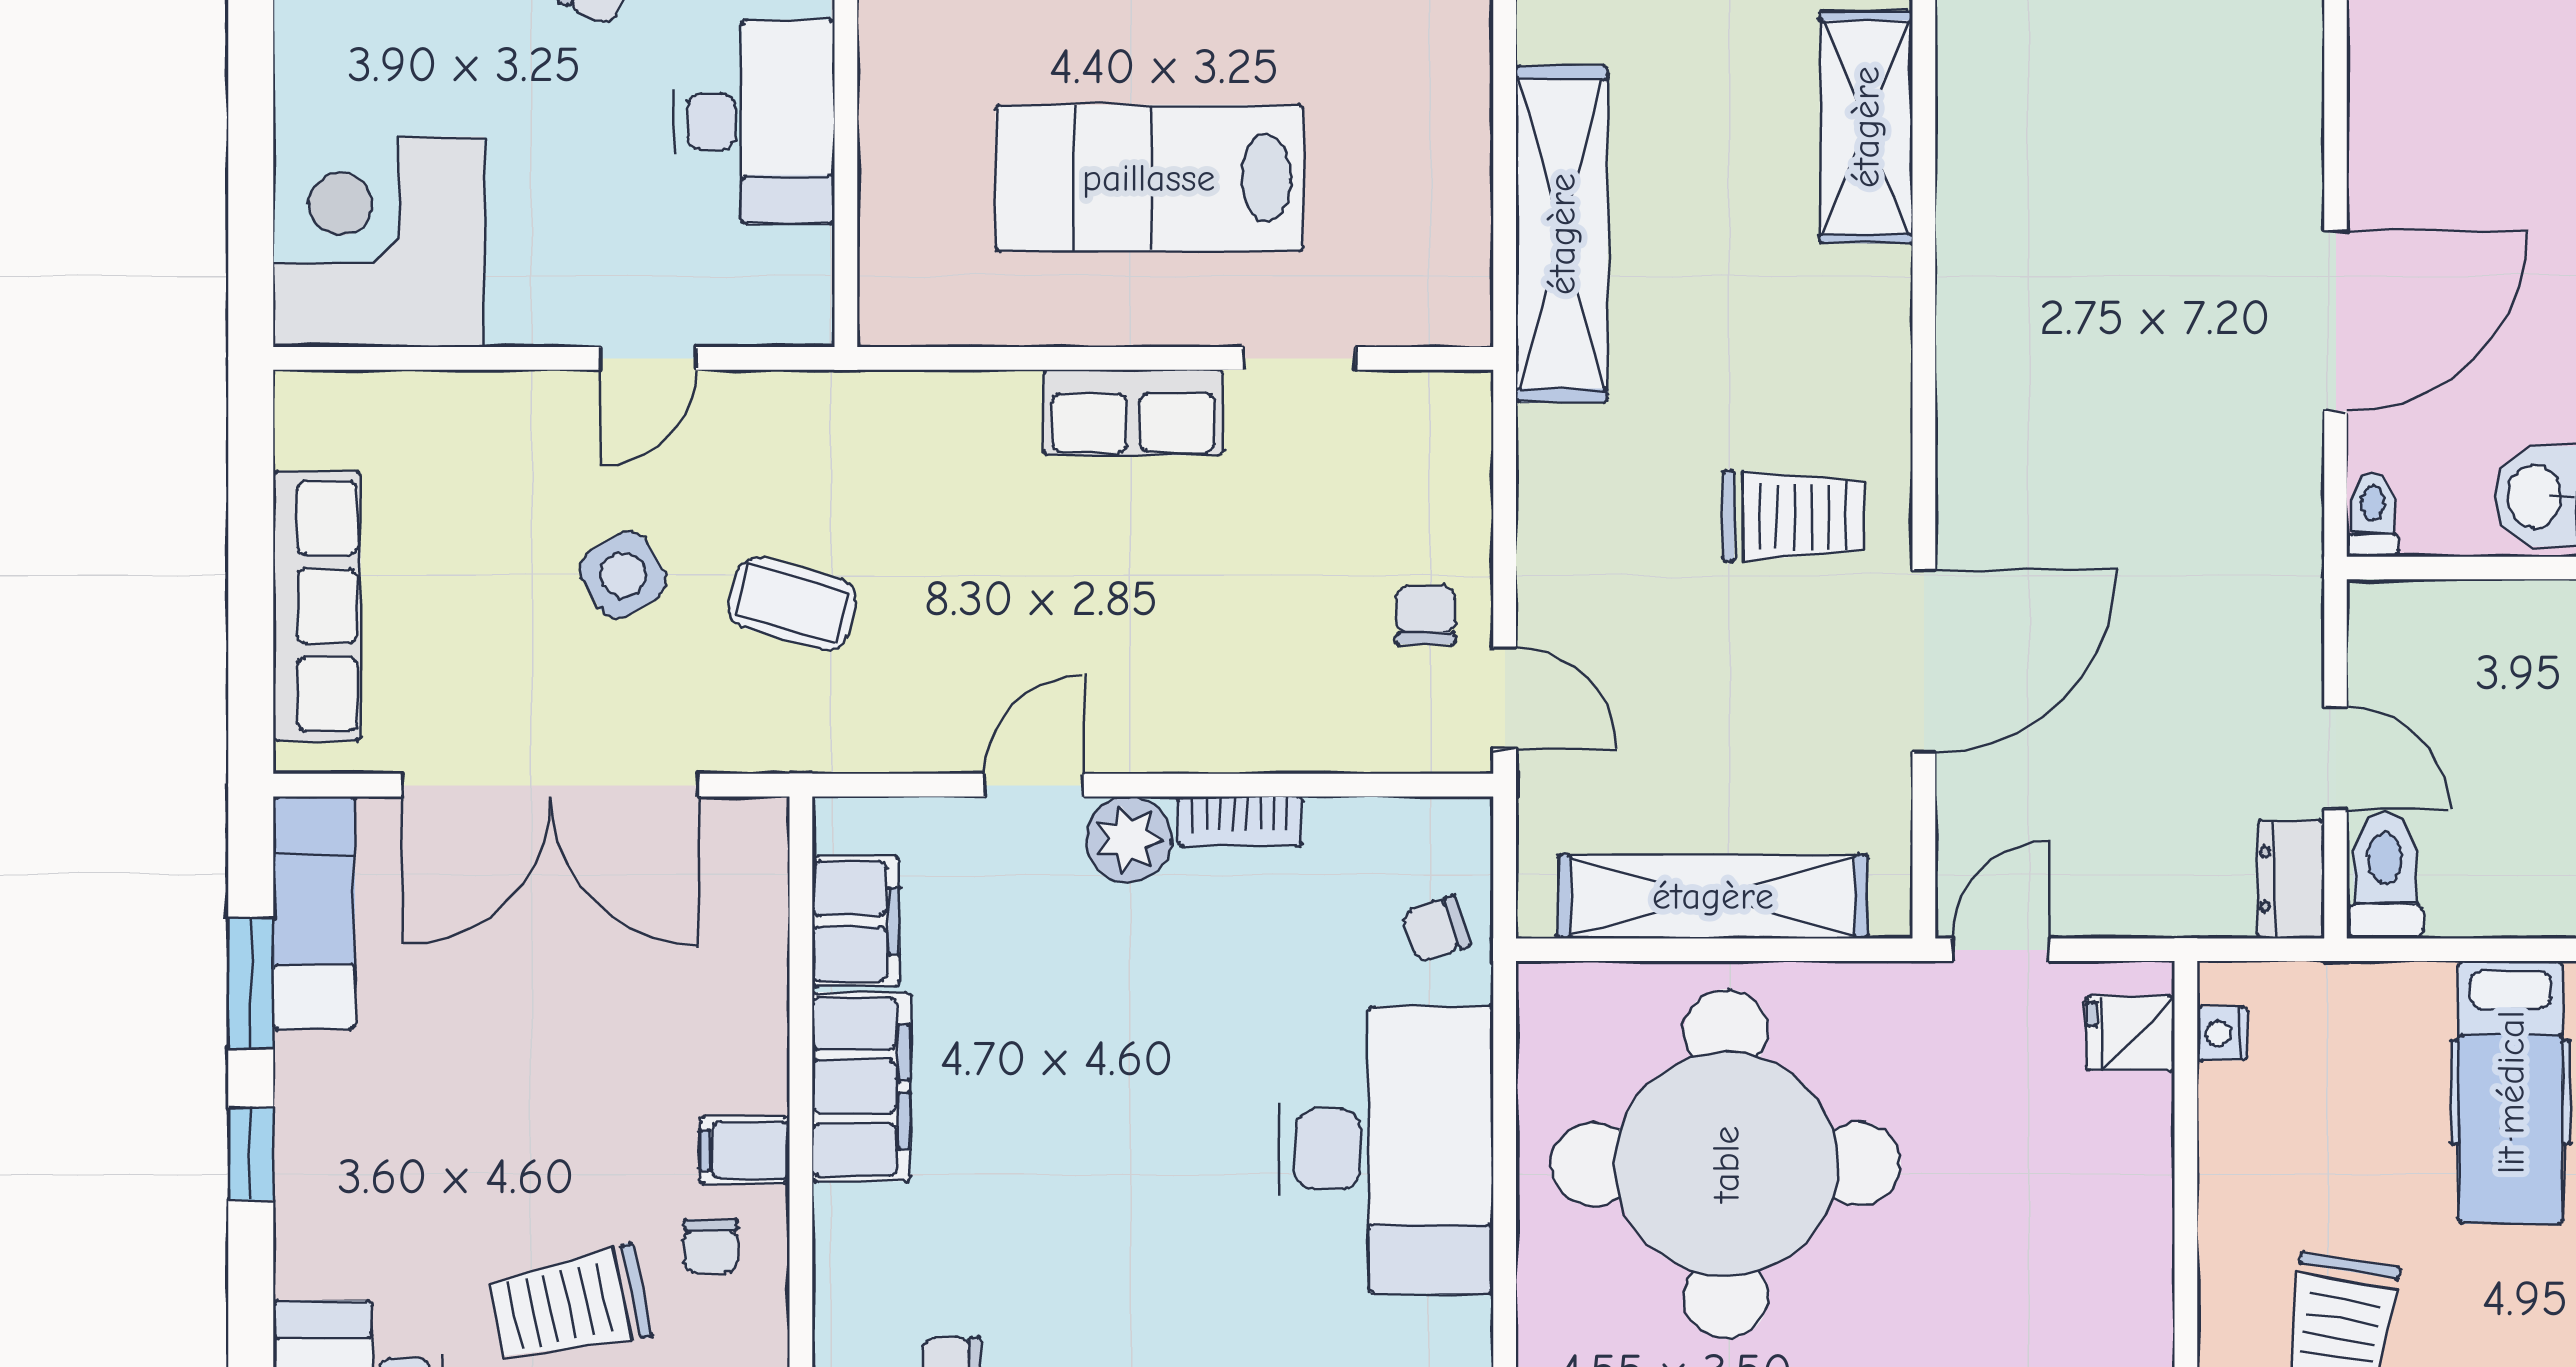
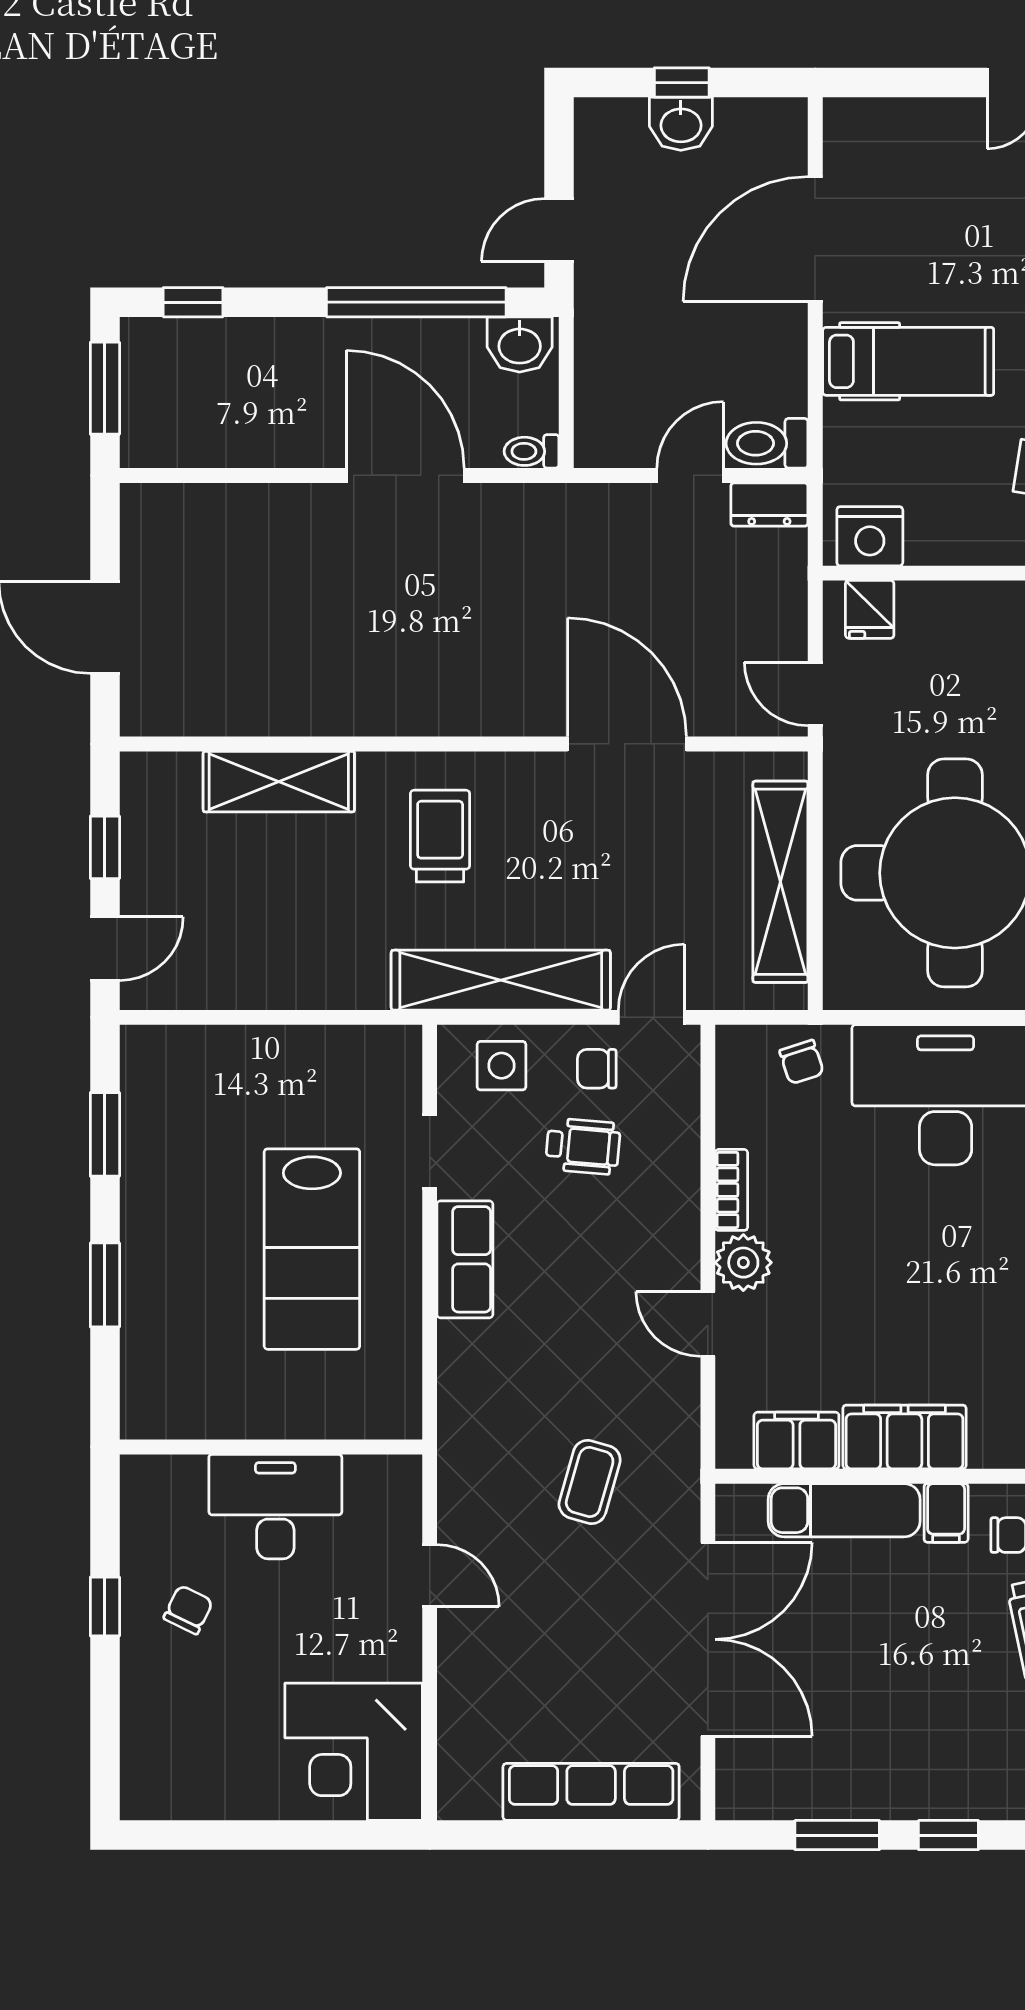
shelving: (1562, 234) -> (501, 980), moved
trolley: (1793, 516) -> (440, 836), moved
side table: (623, 575) -> (502, 1066), moved, turned 30
wheelchair: (1307, 594) -> (583, 1146), added
exam couch: (314, 913) -> (844, 1510), moved, turned 180
nightstand: (2222, 1033) -> (870, 536), width x1.89, depth x1.79

